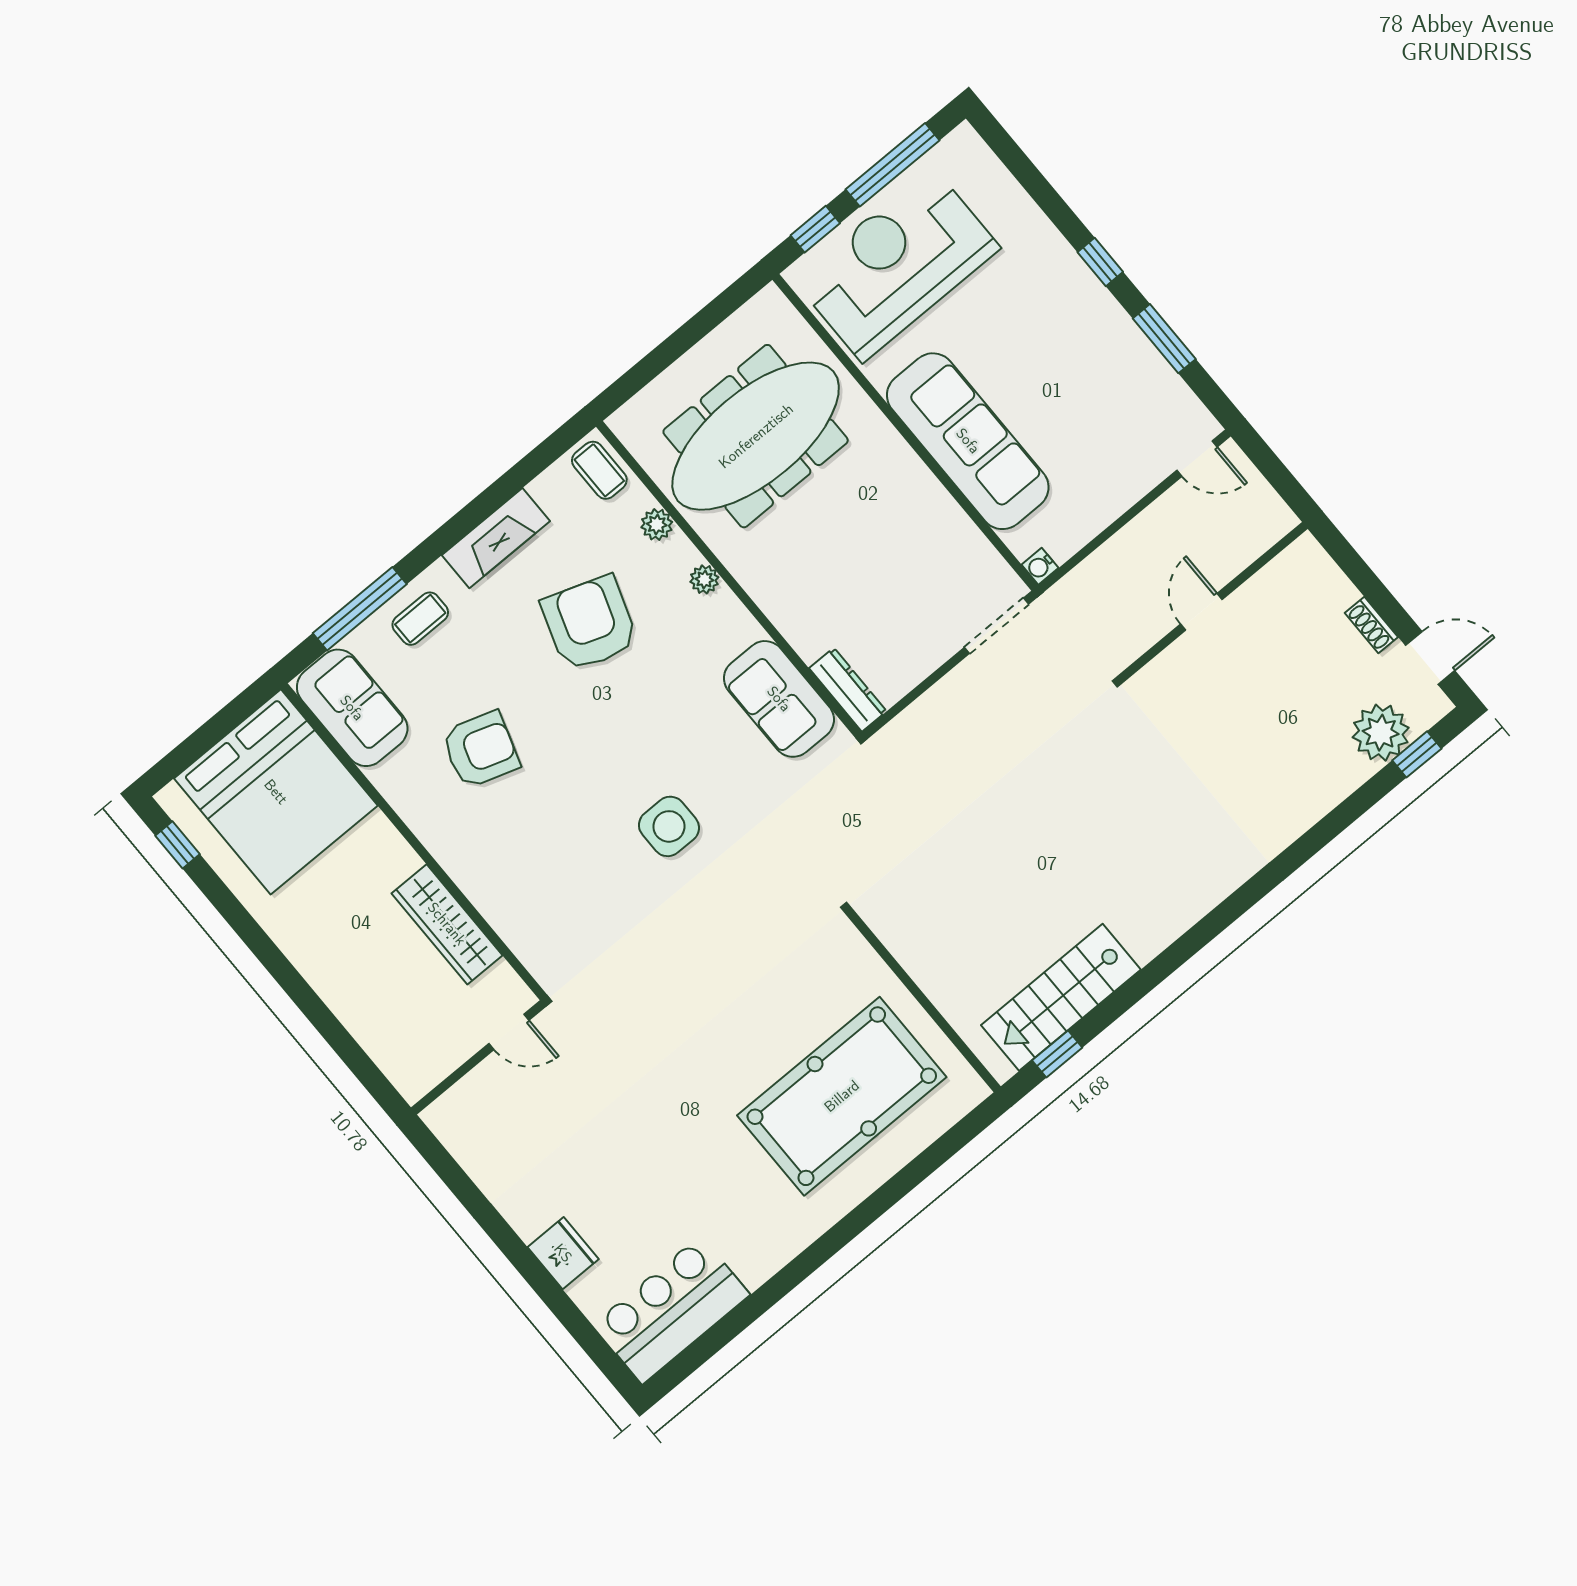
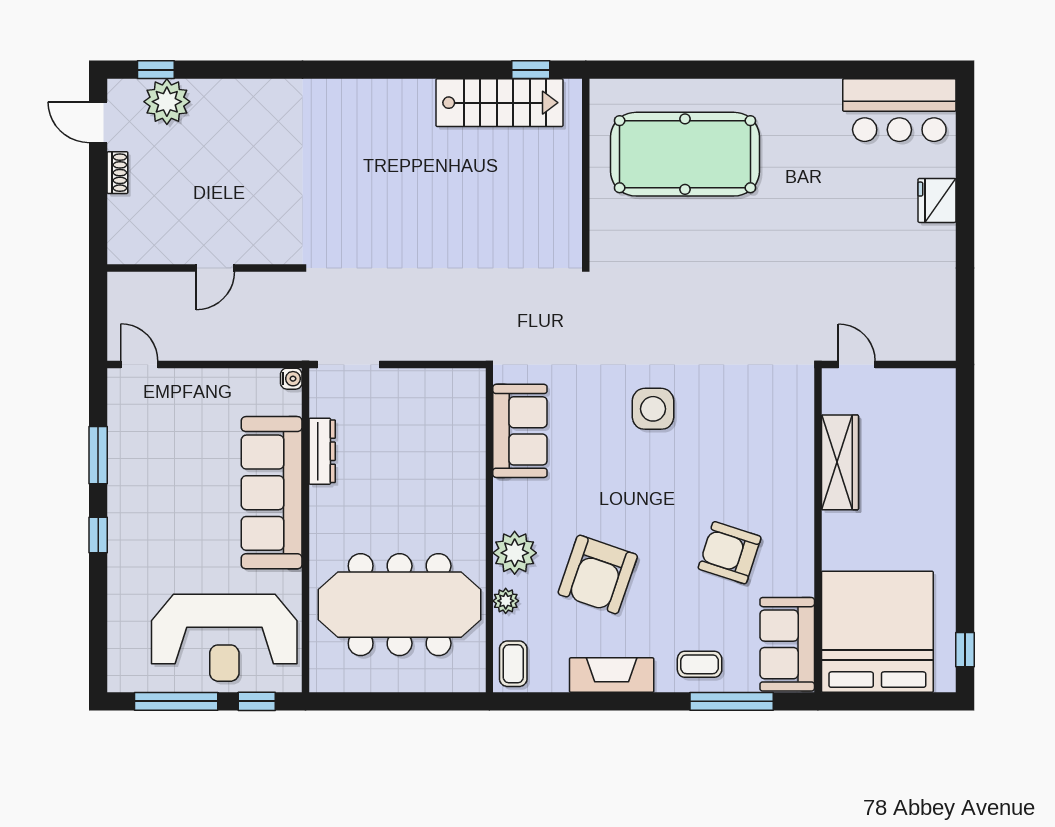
plant: (704, 579) -> (515, 553), width x1.87, depth x1.87
dresser: (848, 690) -> (322, 451), moved, turned 180

